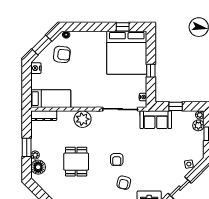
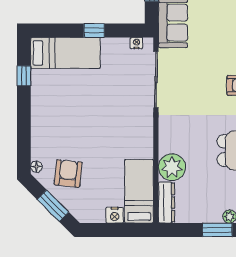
bed: (127, 53) -> (65, 53), width x0.49
nightstand: (36, 68) -> (115, 215), moved
plant: (83, 119) -> (172, 167), moved

